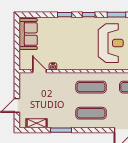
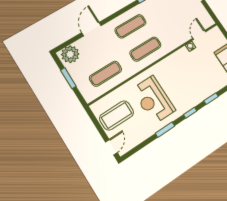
door: (40, 71) -> (199, 35), swing flipped

